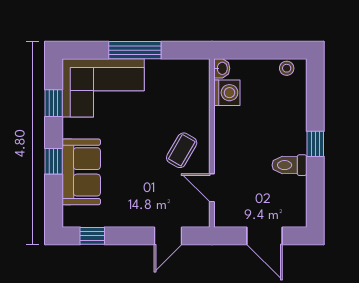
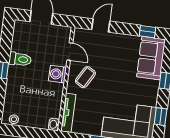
tv unit: (201, 90) -> (68, 113), added
washing machine: (227, 93) -> (57, 74), moved
sofa: (81, 172) -> (151, 58), moved

